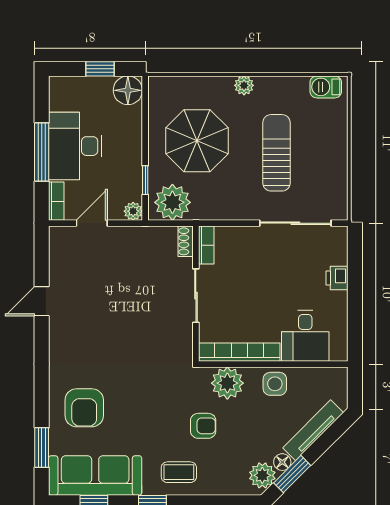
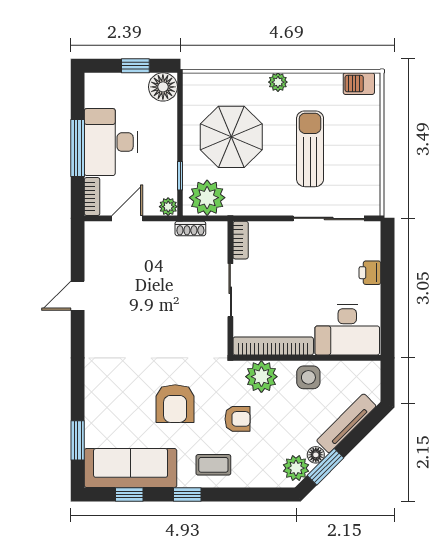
shoe rack: (186, 241) -> (190, 229), moved, turned -90
desk: (305, 336) -> (347, 330), width x1.37
armchair: (84, 408) -> (175, 404), moved

